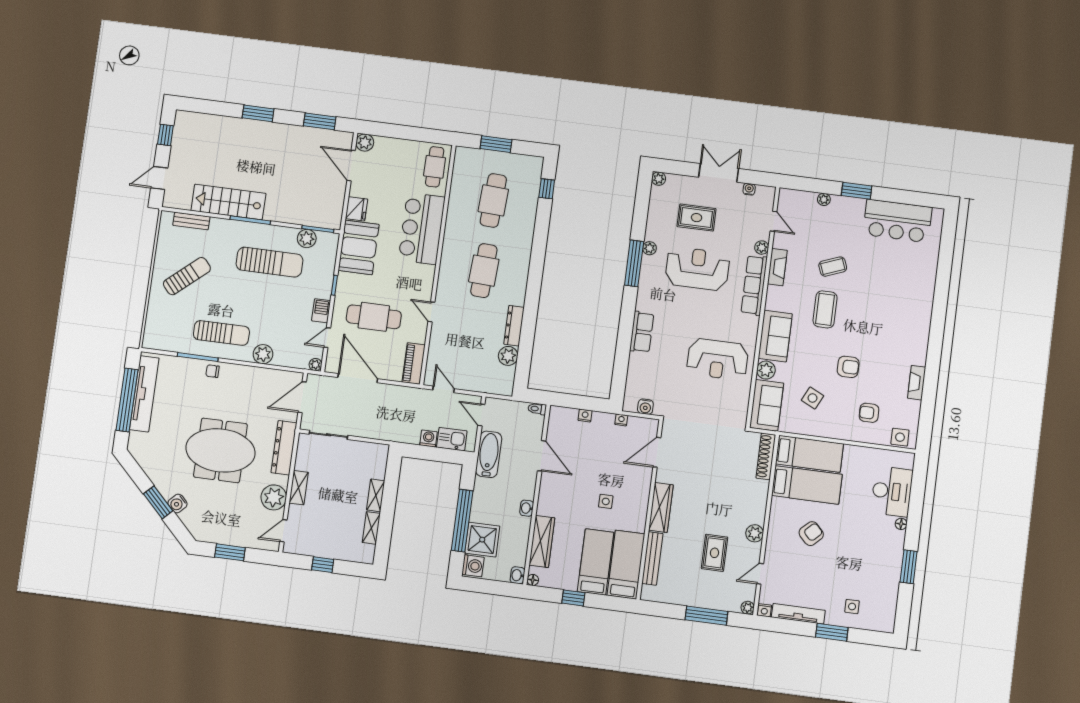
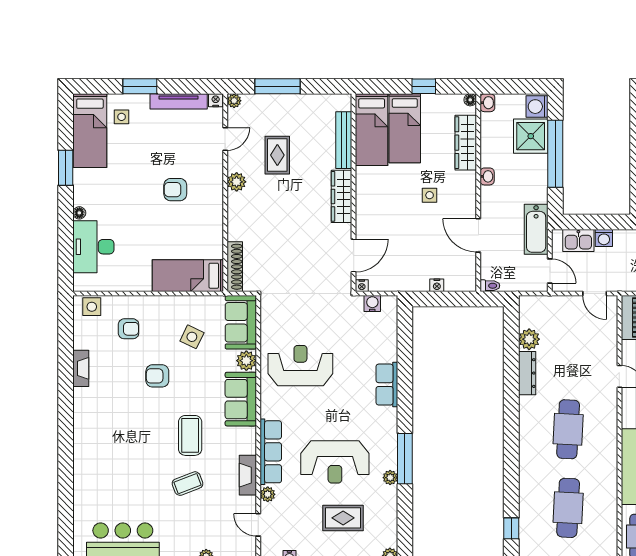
nightstand: (621, 420) -> (362, 286), moved
bed: (807, 485) -> (90, 131), moved, turned -90
side table: (606, 501) -> (430, 195), moved
armchair: (811, 534) -> (175, 190), turned 44

